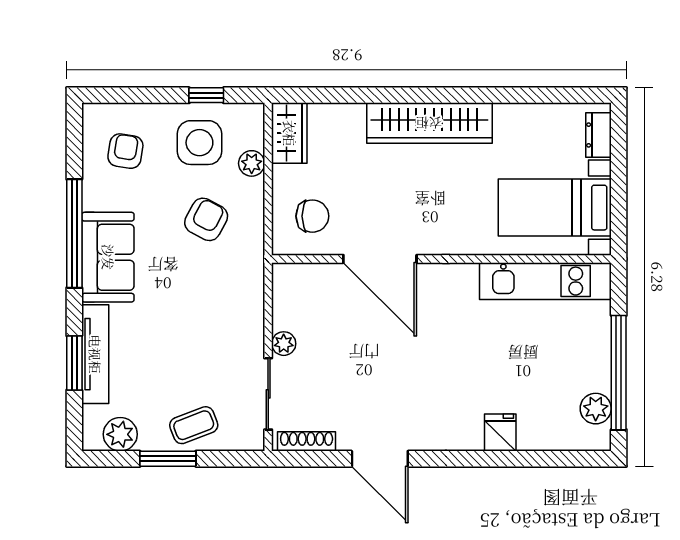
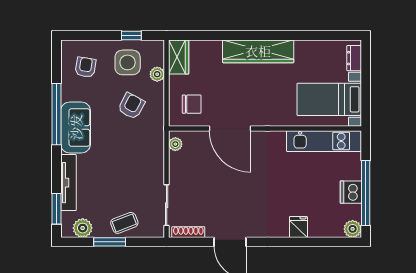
plant: (284, 344) -> (175, 144), moved
window: (74, 363) -> (56, 209), moved
dishwasher: (593, 371) -> (351, 192), added
plant: (596, 409) -> (353, 229), moved

